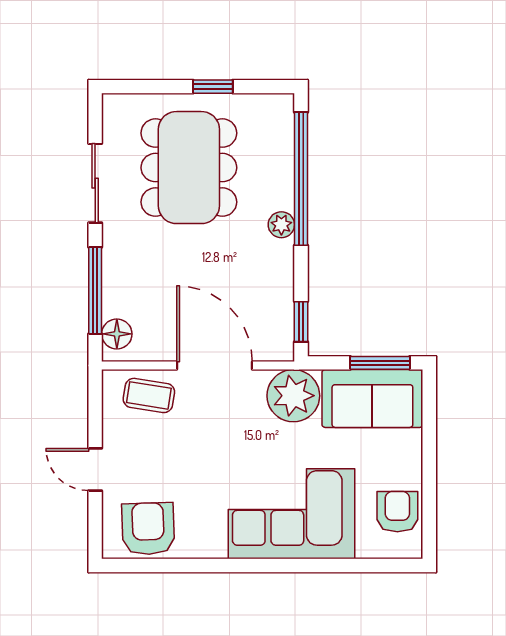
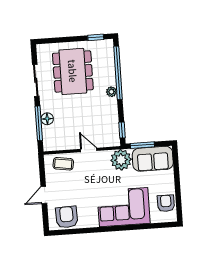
window: (213, 87) -> (96, 37), moved
floor lamp: (117, 334) -> (47, 119), moved
window: (380, 363) -> (142, 145), moved
door: (215, 366) -> (89, 150), width x0.53
door: (95, 470) -> (44, 195), hinge flipped

